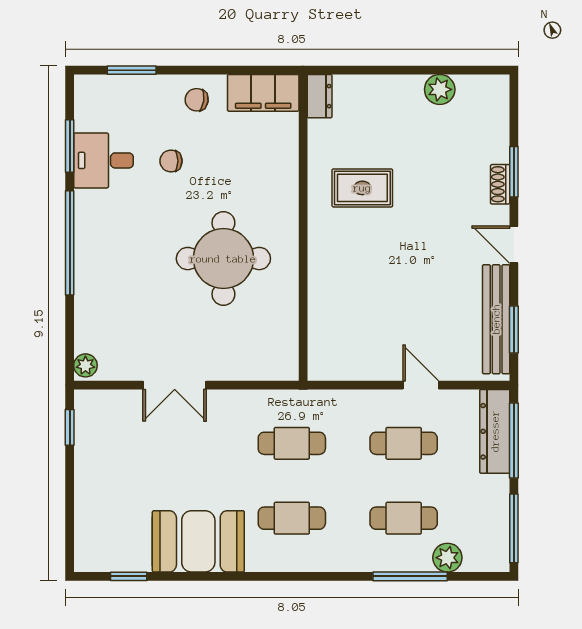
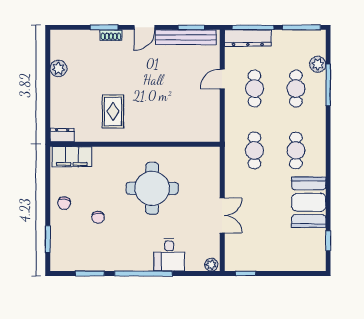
filing cabinet: (263, 93) -> (72, 157), moved, turned 90
desk: (104, 160) -> (169, 255), moved

